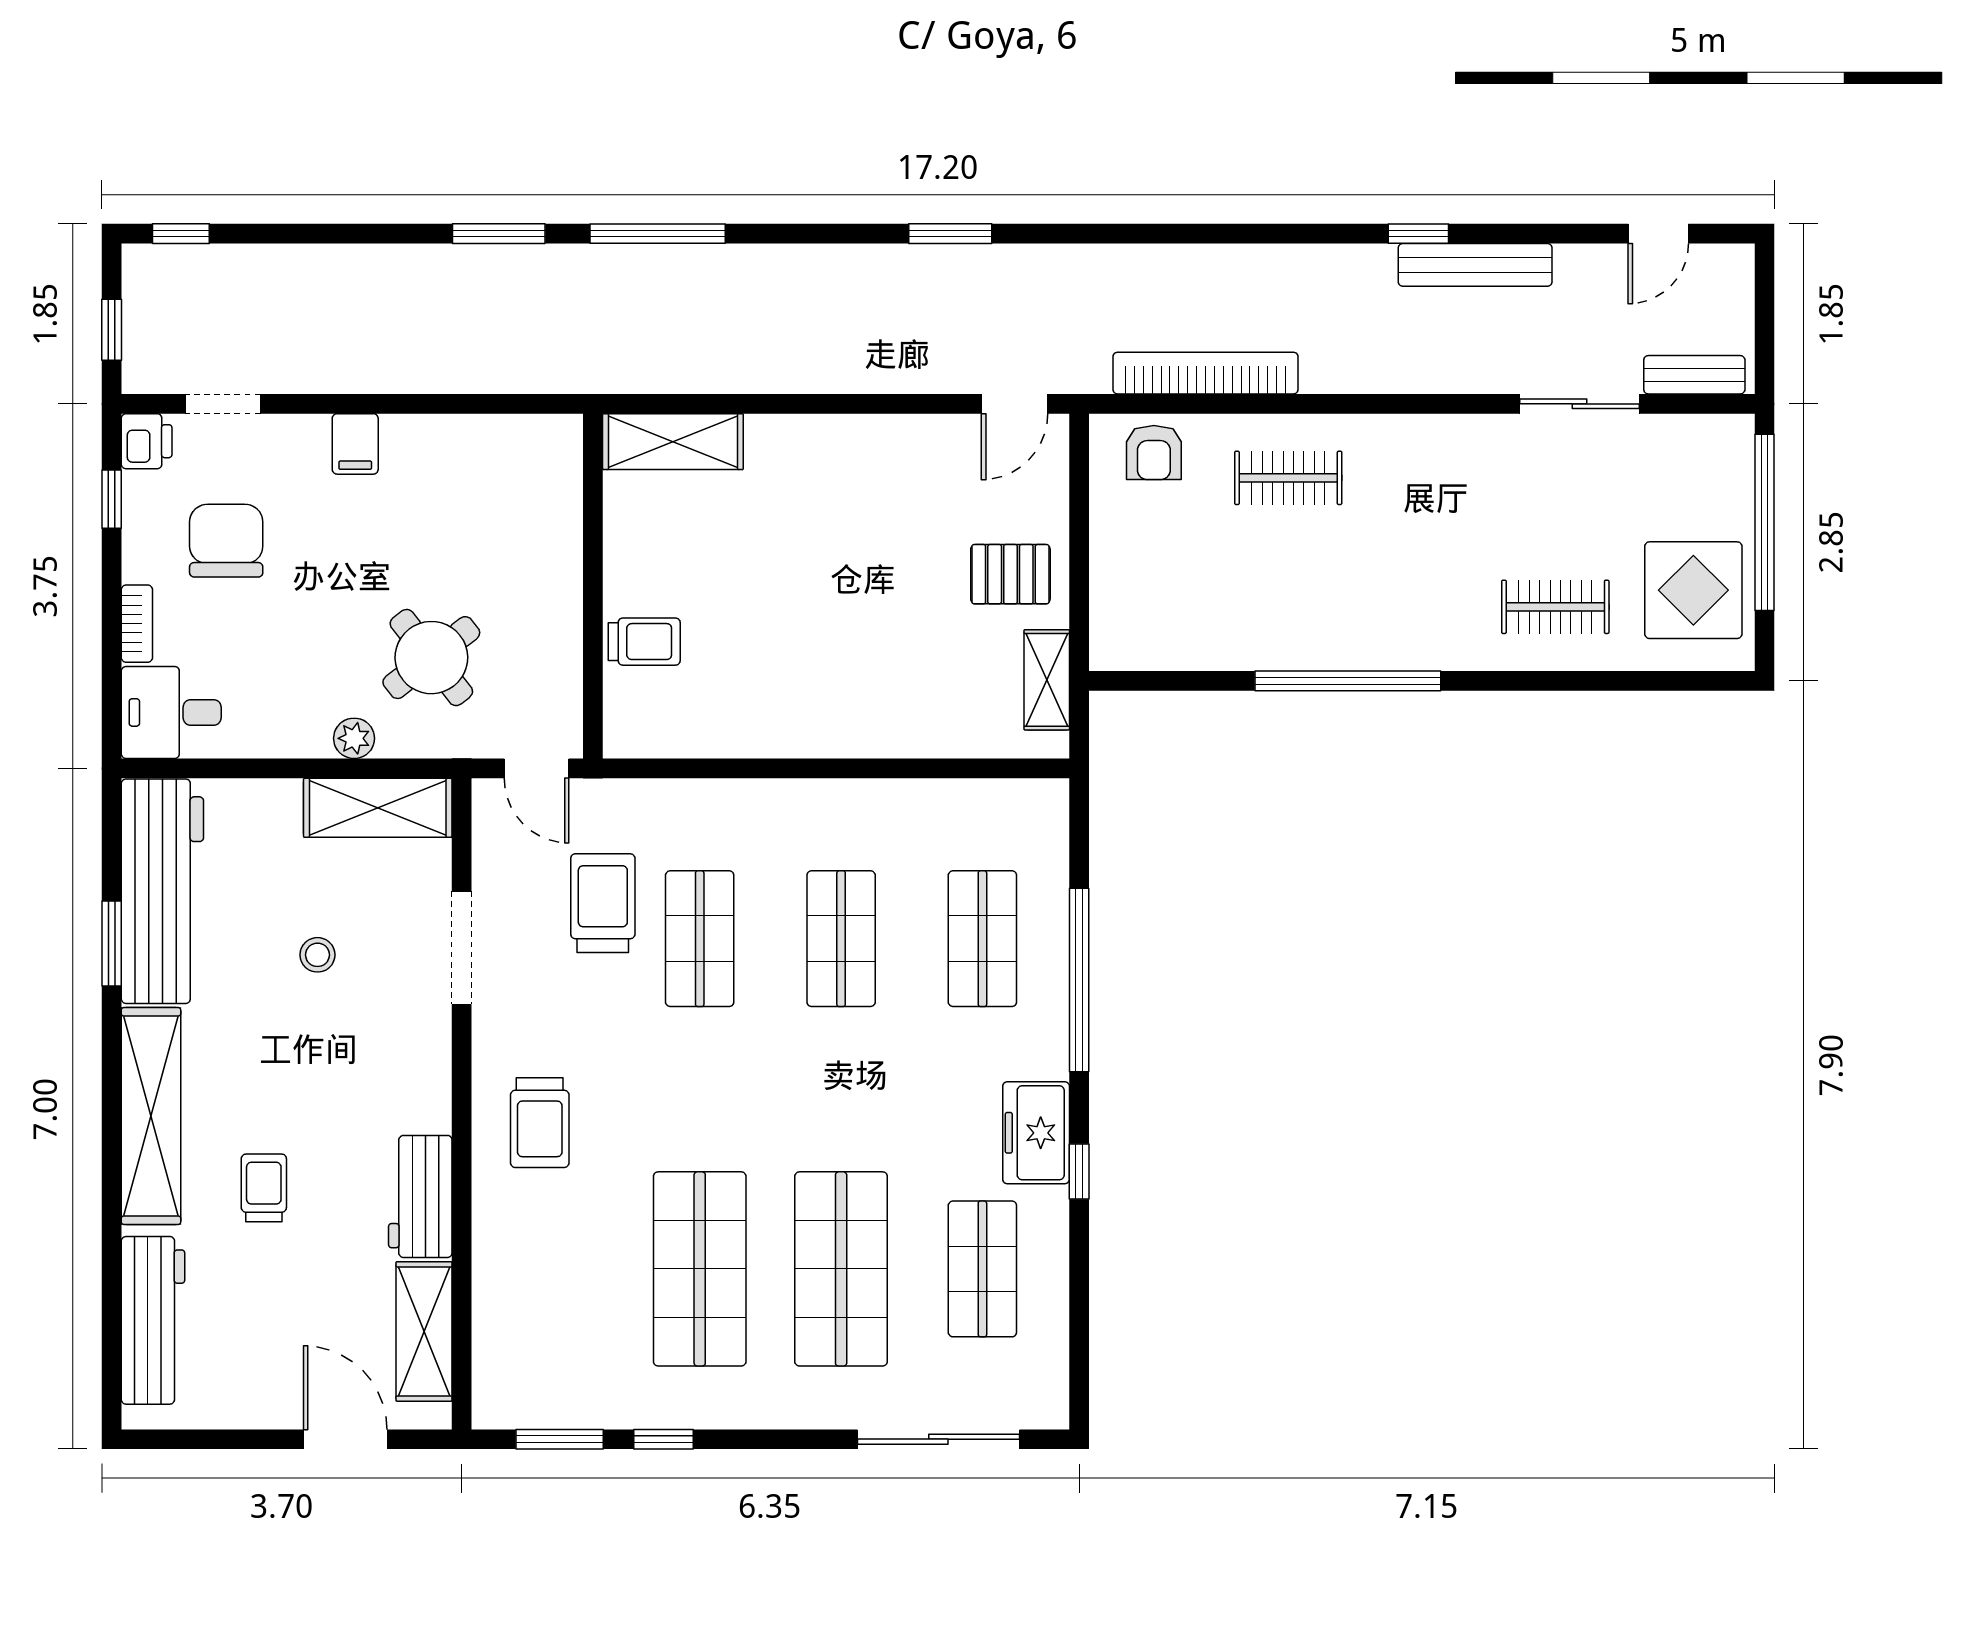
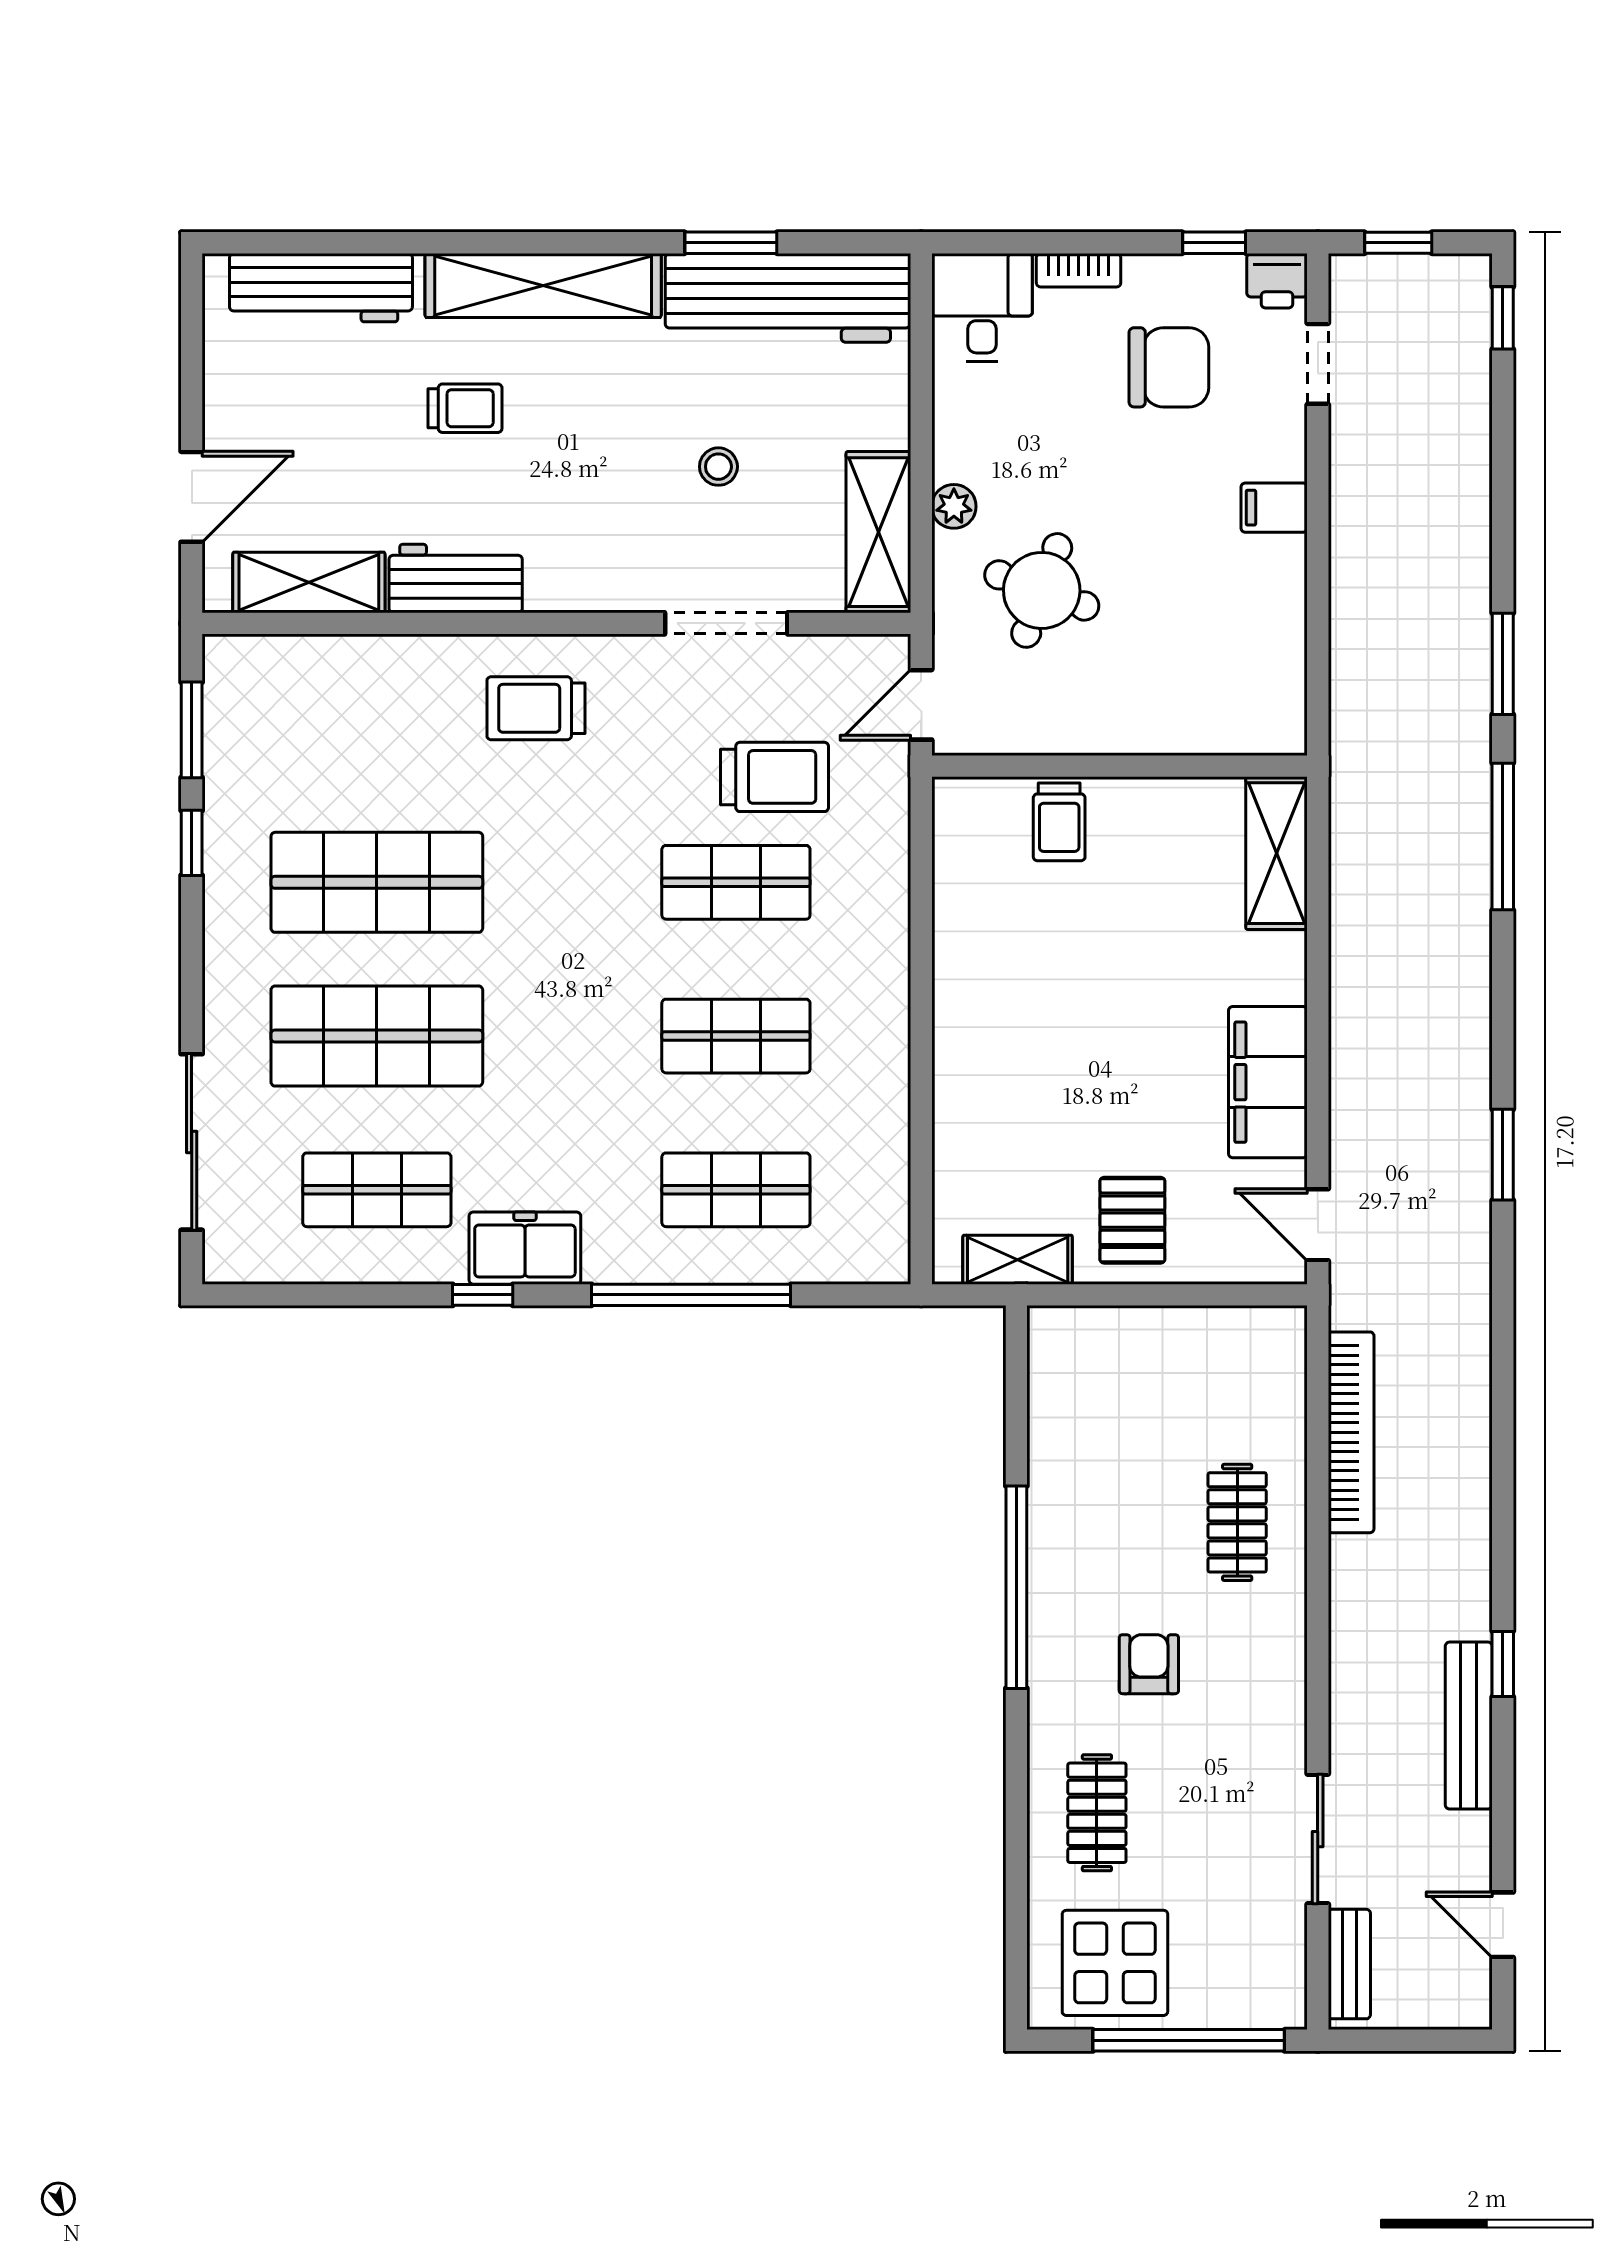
filing cabinet: (883, 450) -> (1268, 1082), added
armchair: (1154, 452) -> (1149, 1664), moved, turned 90
round table: (431, 658) -> (1042, 590), turned -32

